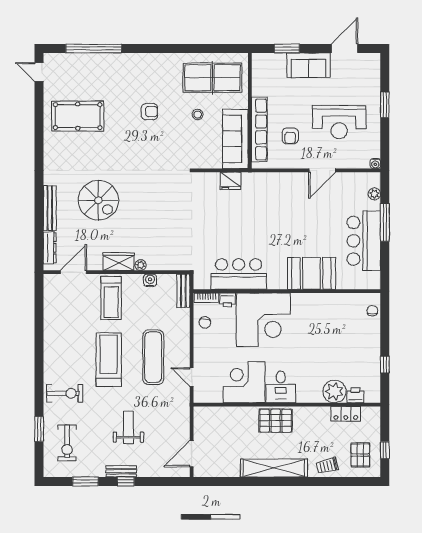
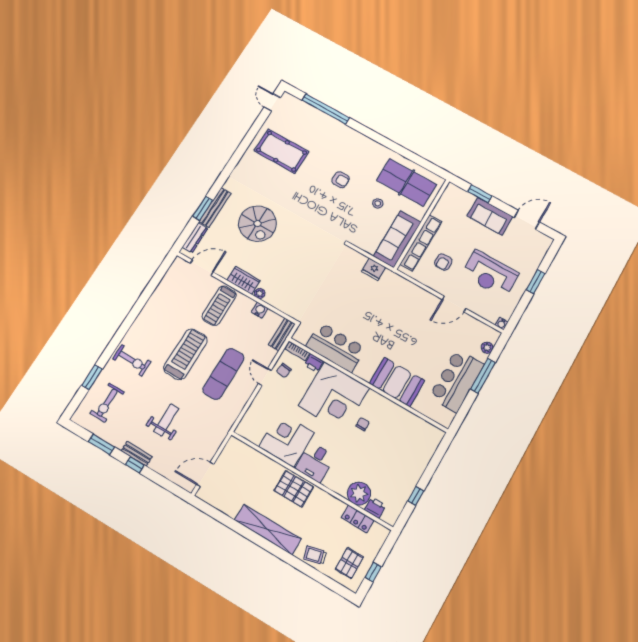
window: (39, 216) -> (203, 208), added
chair: (372, 311) -> (363, 424), moved
door: (192, 377) -> (265, 377), moved

